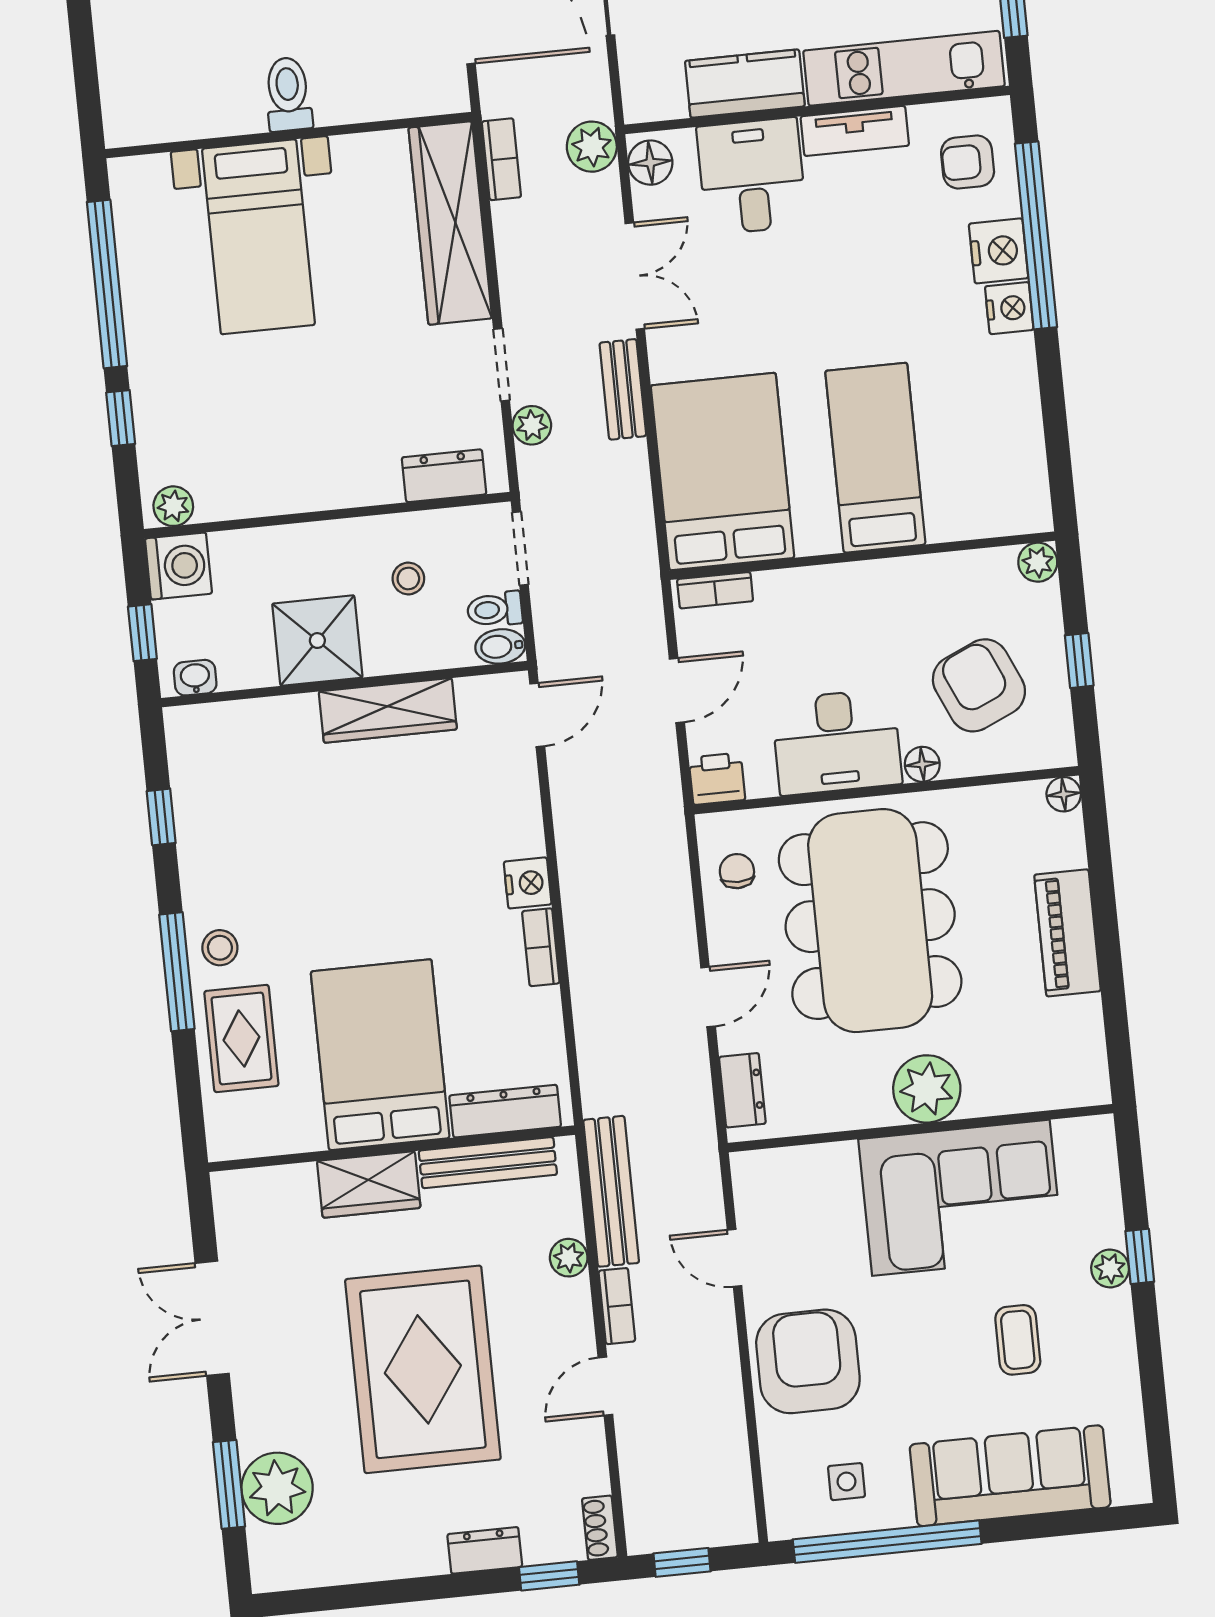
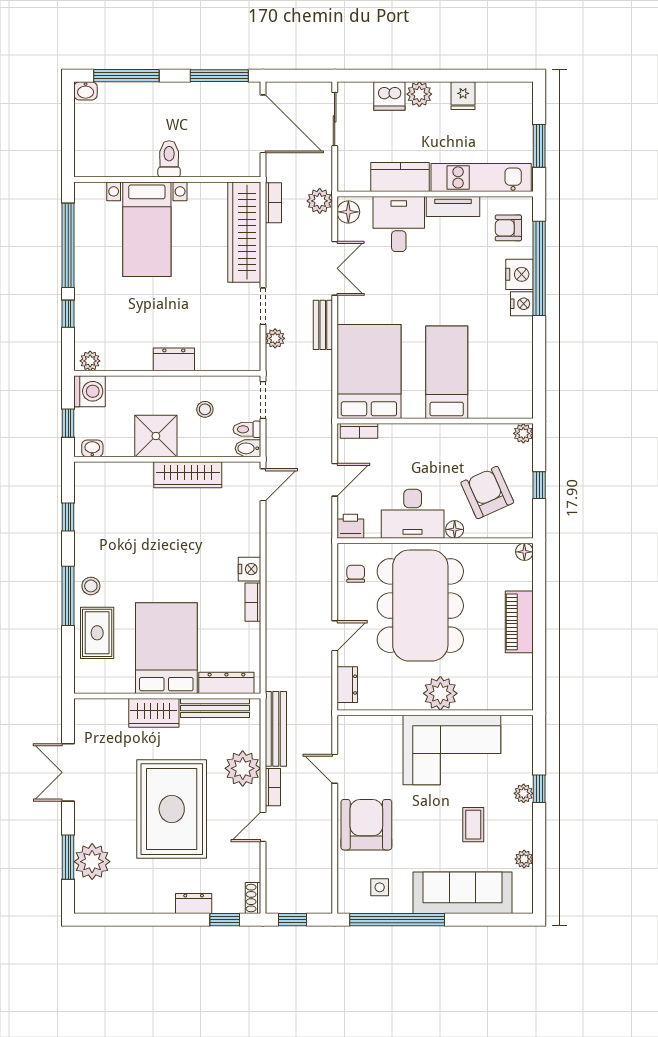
dresser: (444, 476) -> (174, 359), moved
plant: (569, 1258) -> (243, 768), width x1.88, depth x1.88
plant: (1124, 1397) -> (524, 859), added

